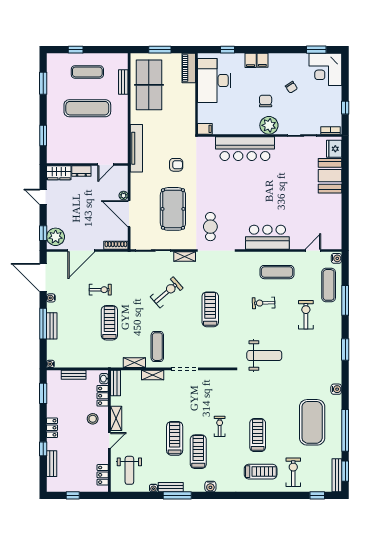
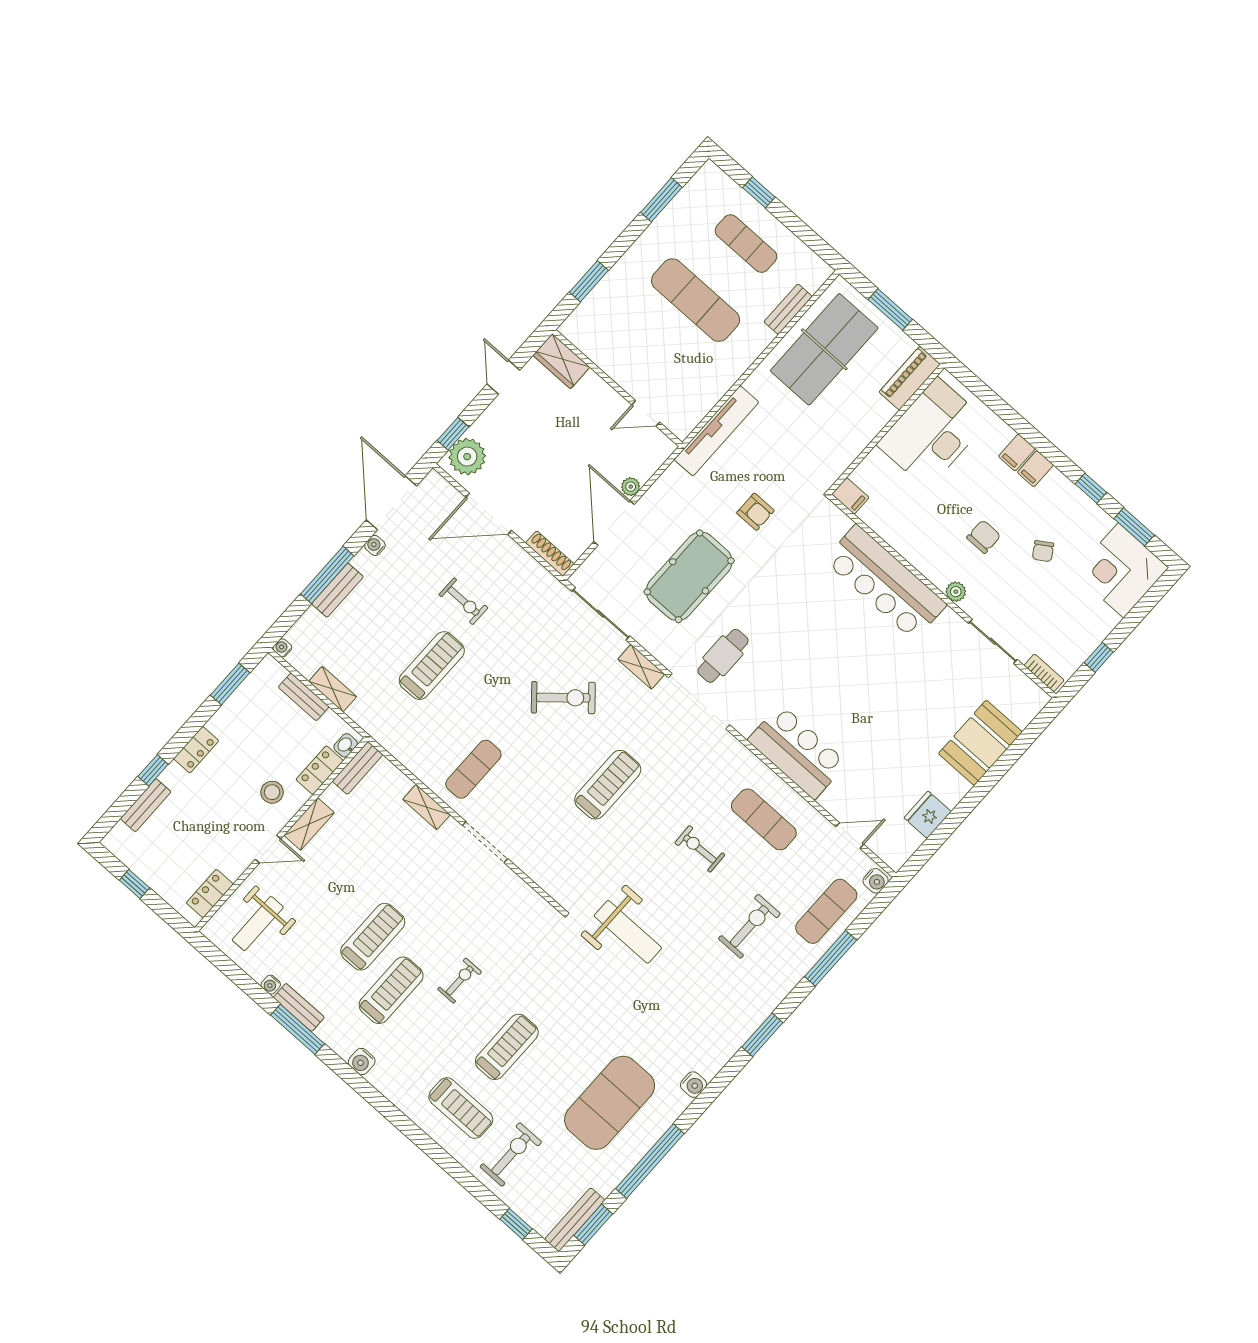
window: (227, 50) -> (1091, 488), moved
plant: (269, 125) -> (956, 592), width x0.53, depth x0.53
fridge: (334, 149) -> (928, 815), moved
dresser: (81, 171) -> (599, 390), removed
shelving: (134, 363) -> (333, 689), moved

